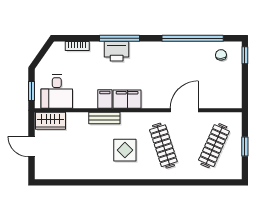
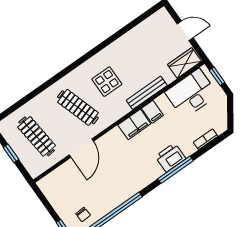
desk: (57, 92) -> (191, 94), width x1.37
bench: (104, 118) -> (147, 93), width x1.36
clothes rail: (214, 146) -> (37, 136), turned -30

